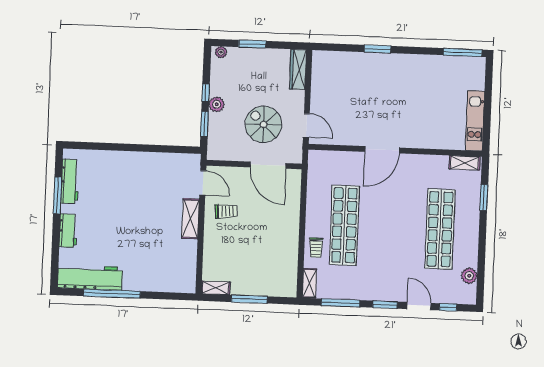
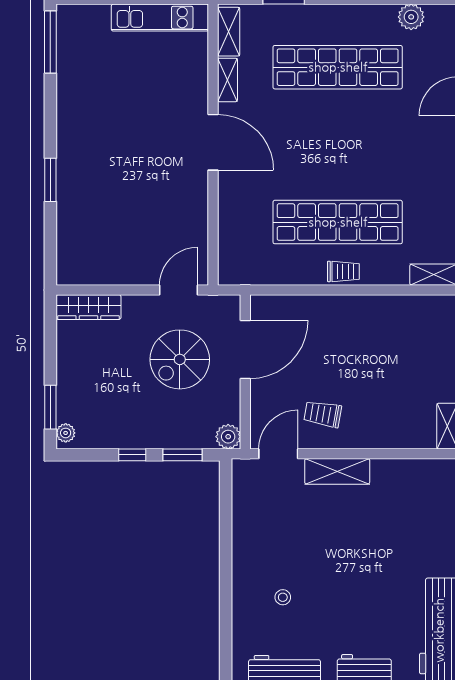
window: (252, 44) -> (50, 407), moved
plant: (217, 104) -> (228, 437), moved
door: (382, 150) -> (213, 142), moved
shelving: (435, 161) -> (228, 80), added
stool: (114, 182) -> (283, 597), added
trolley: (226, 211) -> (323, 414), turned -76
trolley: (316, 248) -> (343, 271), moved

